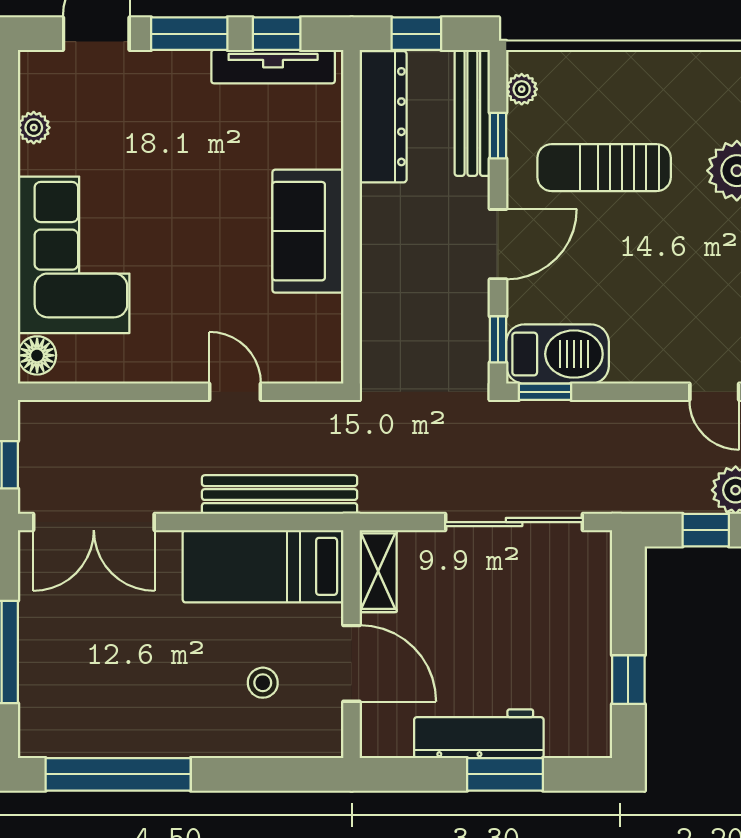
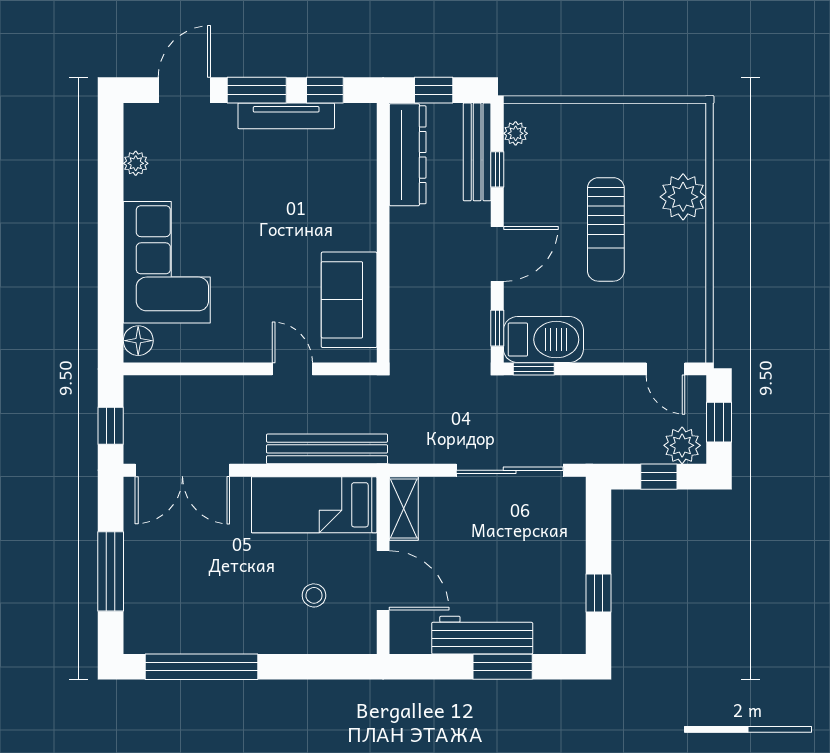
tv unit: (273, 67) -> (286, 116), moved
sun lounger: (604, 168) -> (606, 229), moved, turned -90
sofa: (308, 231) -> (349, 300), moved

